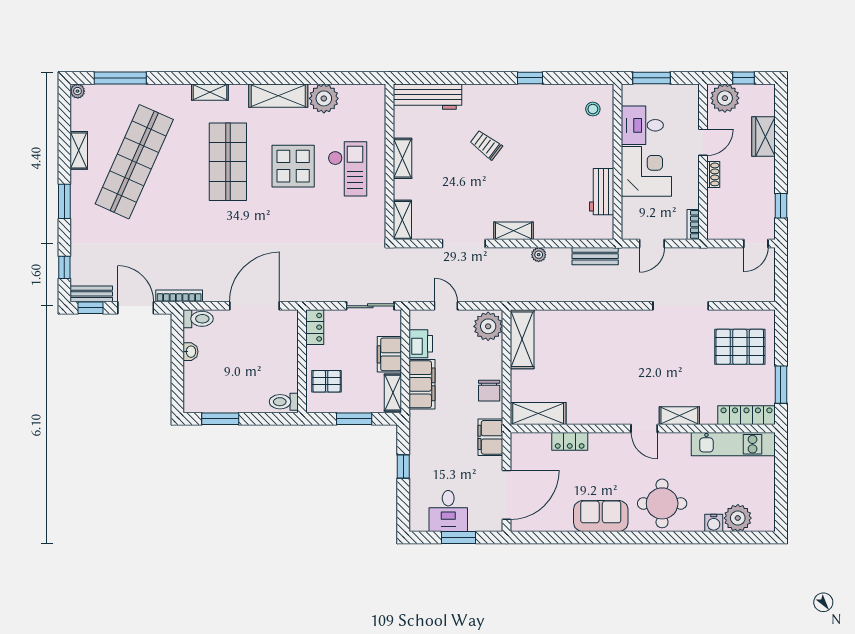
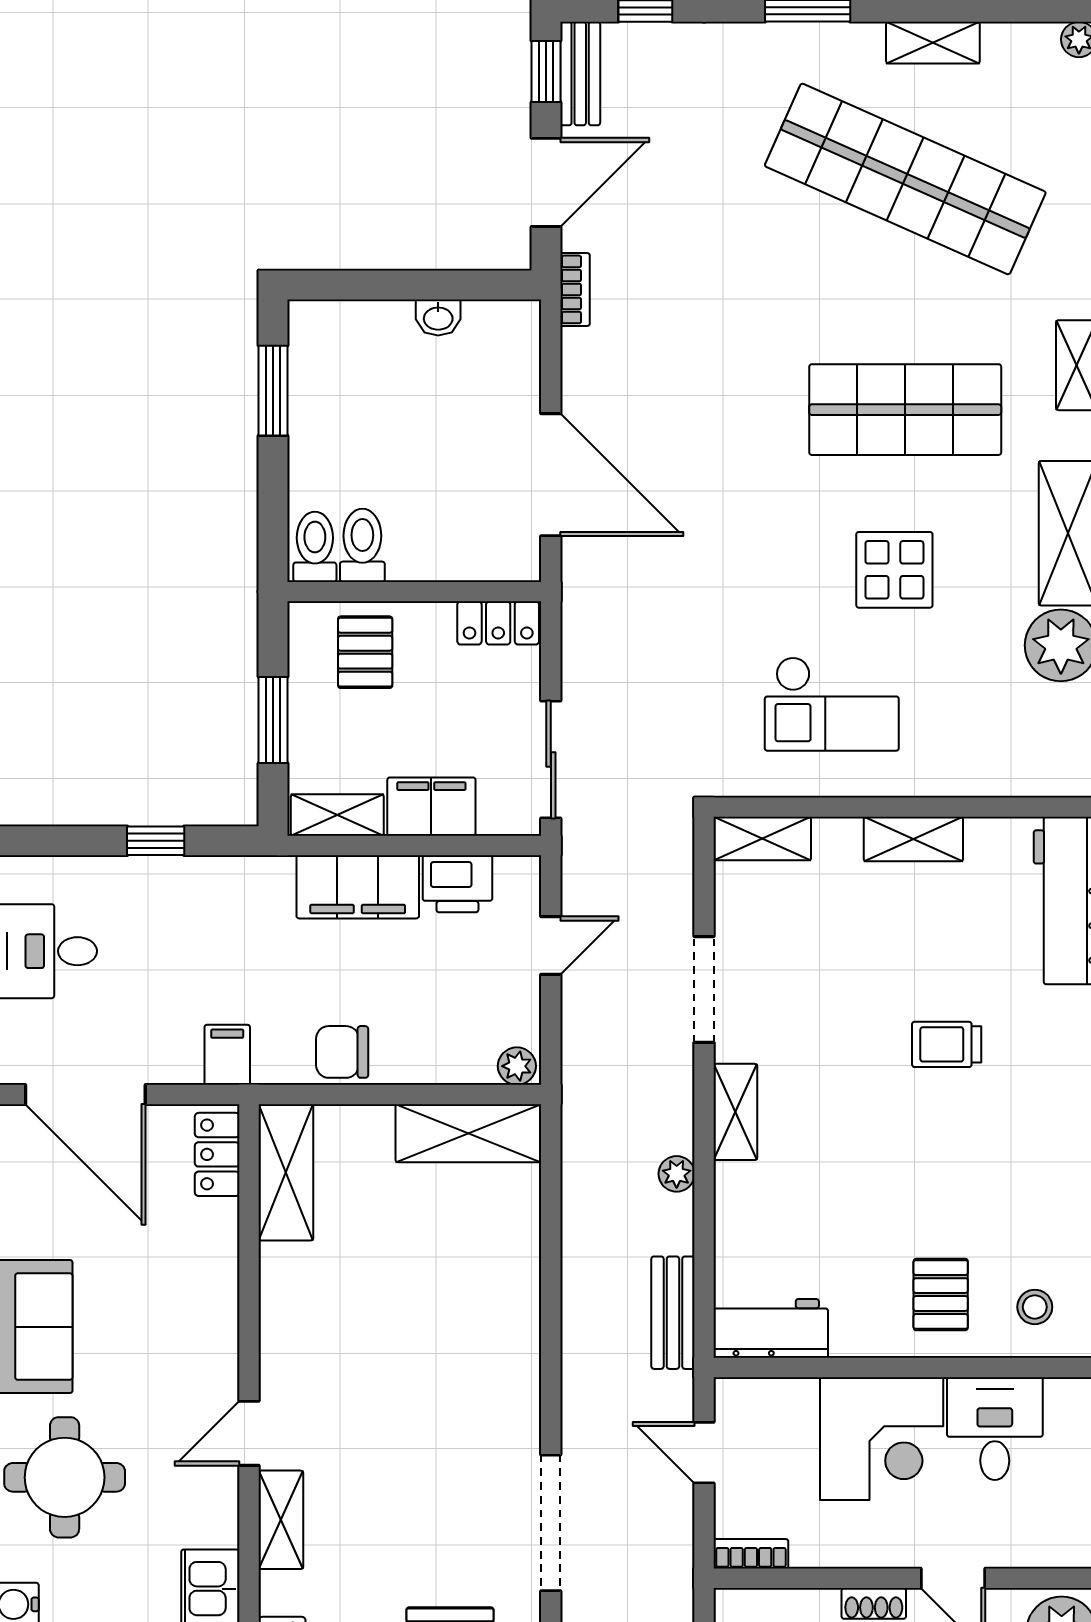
trolley: (486, 145) -> (947, 1044), turned -127
pallet: (588, 147) -> (941, 1295), added
display table: (293, 166) -> (894, 570), width x0.73, depth x0.73
checkout: (347, 169) -> (832, 704), moved
workbench: (602, 192) -> (771, 1328), moved
bookcase: (179, 296) -> (575, 289), width x0.64
toilet: (198, 319) -> (362, 545), moved, turned 180
plant: (488, 326) -> (517, 1066), width x0.53, depth x0.53
filing cabinet: (490, 437) -> (227, 1055), width x0.50
locker: (570, 441) -> (217, 1154), moved

